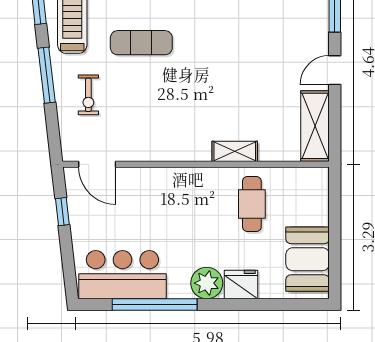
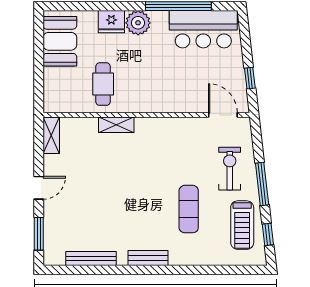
exercise mat: (141, 43) -> (189, 209), turned 90
exercise bike: (88, 95) -> (230, 169), width x1.38, depth x1.39
shelving: (315, 126) -> (51, 135), width x0.67, depth x0.75

